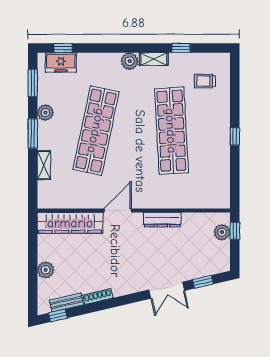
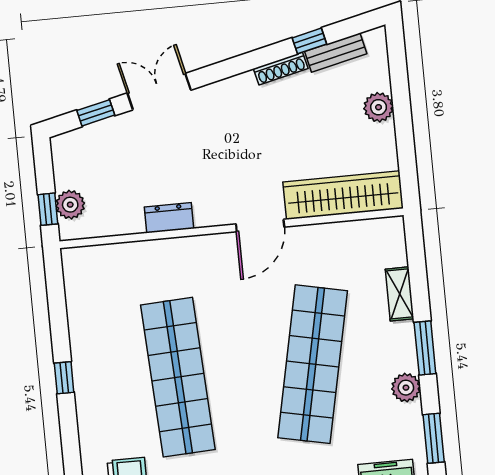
dresser: (162, 220) -> (169, 218), width x0.70
window: (58, 316) -> (309, 41), moved

